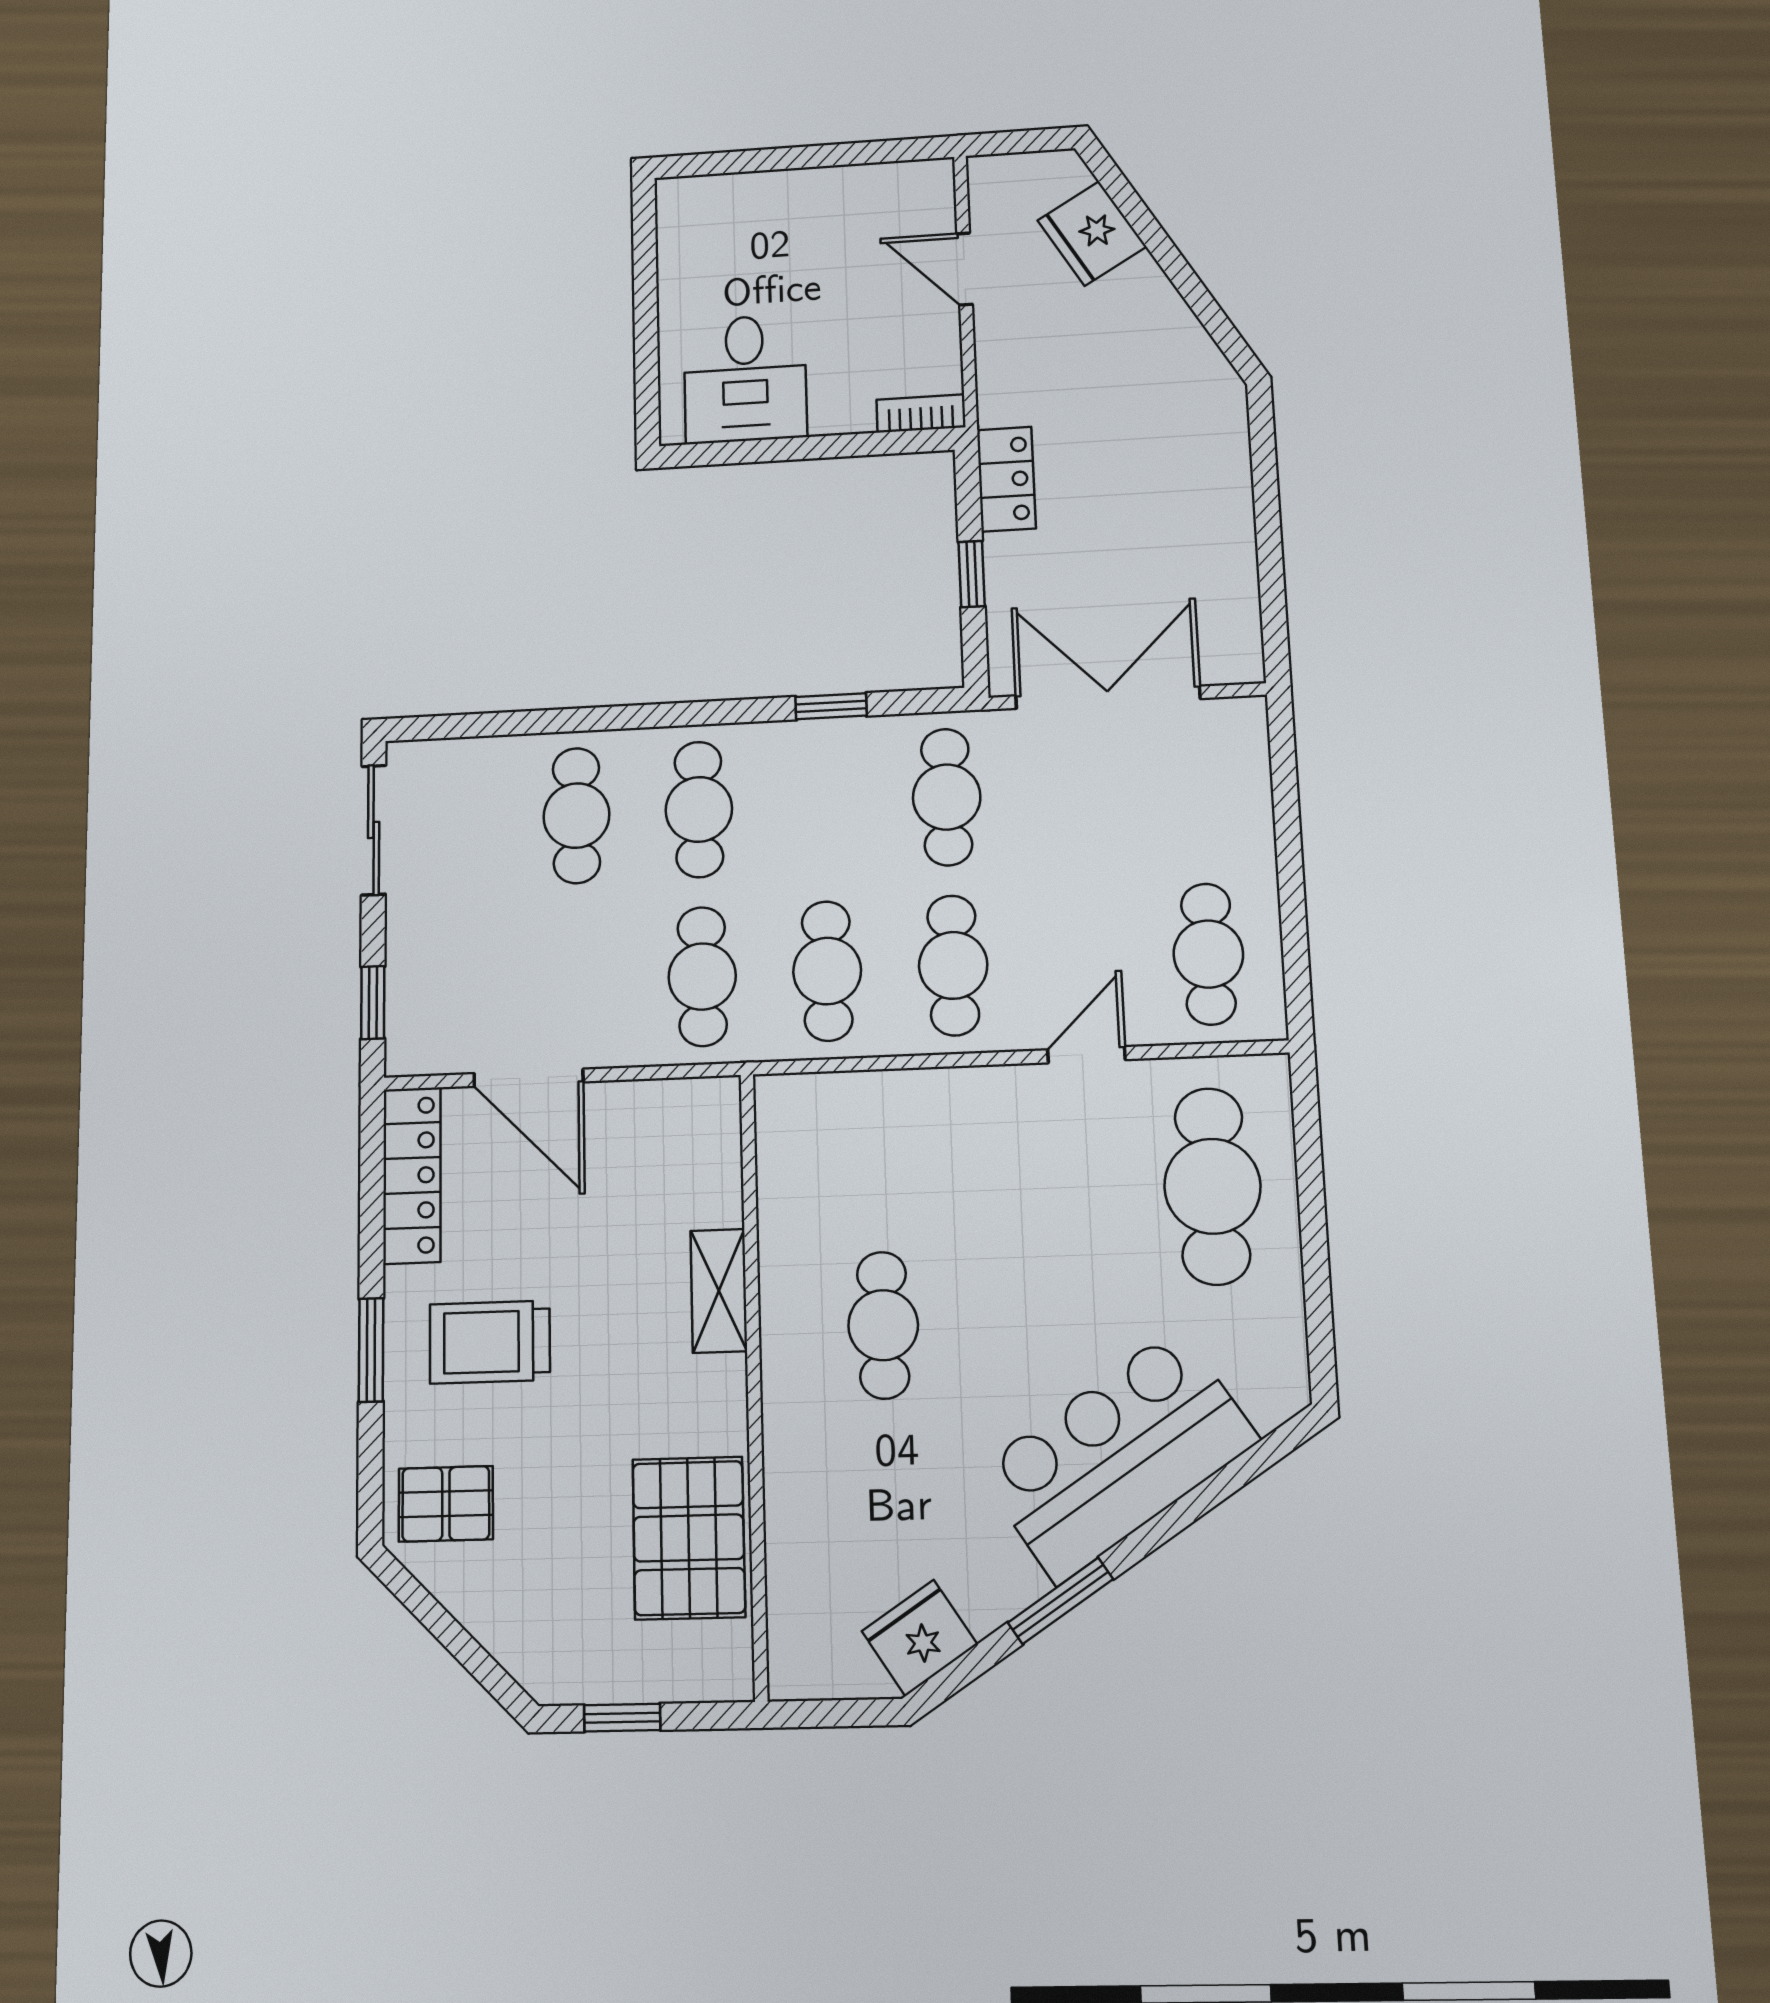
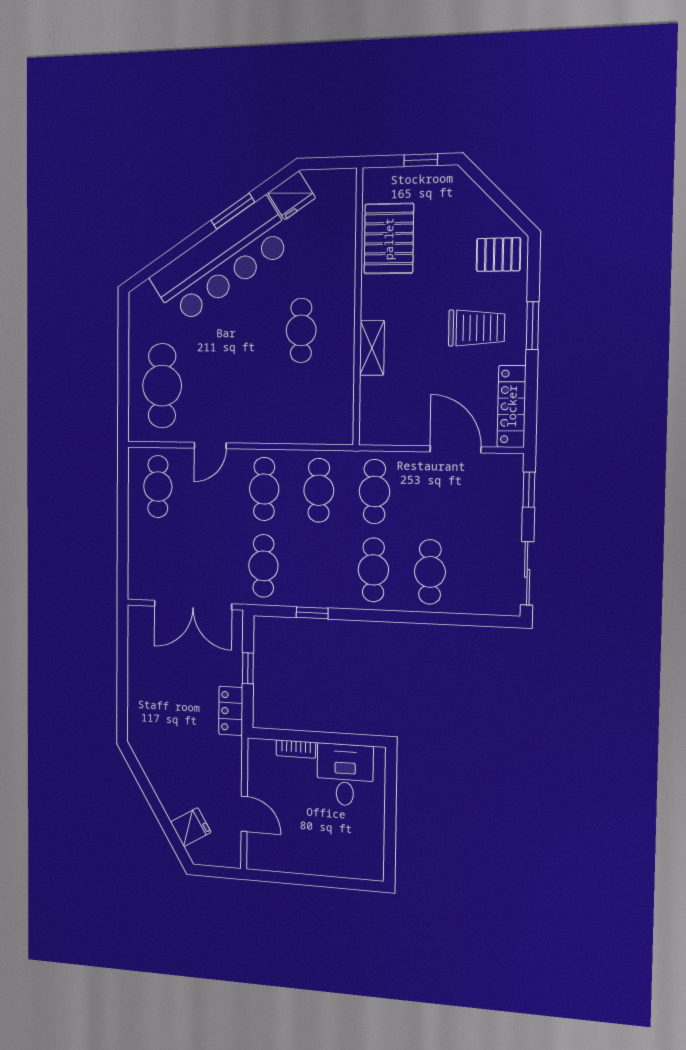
fridge: (1092, 233) -> (191, 827), width x0.72
bookcase: (921, 413) -> (296, 749), moved
bar counter: (1118, 1455) -> (222, 261), width x1.36

